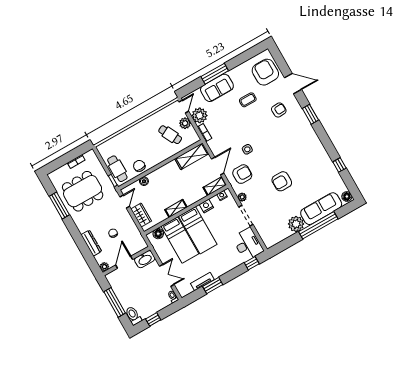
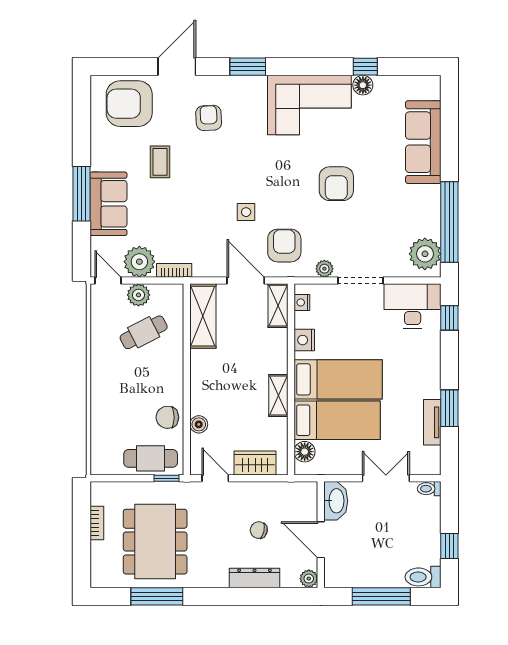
corner sofa: (309, 150) -> (309, 105), added
floor lamp: (347, 196) -> (363, 85), moved
plant: (296, 224) -> (425, 254), moved
window: (318, 225) -> (449, 222), moved

